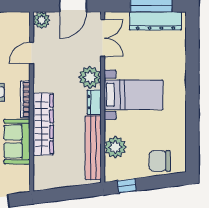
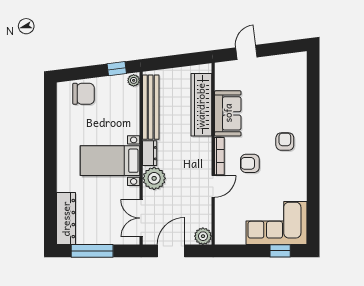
dresser: (155, 21) -> (66, 219), moved, turned 90
door: (32, 53) -> (213, 186), moved
wardrobe: (43, 124) -> (201, 105), moved
plant: (115, 147) -> (134, 80), moved, width x0.53, depth x0.53

